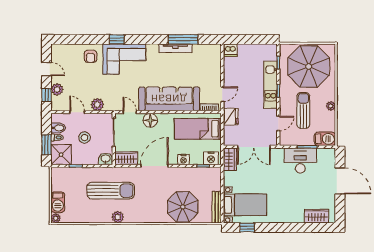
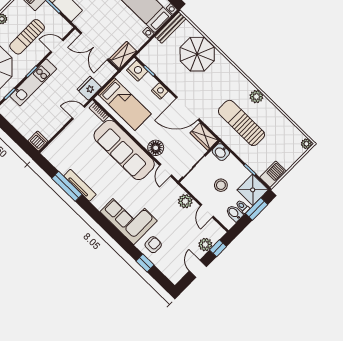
window: (117, 39) -> (145, 263), moved
double door: (254, 147) -> (94, 46), swing flipped
barbecue: (58, 202) -> (273, 174), moved

